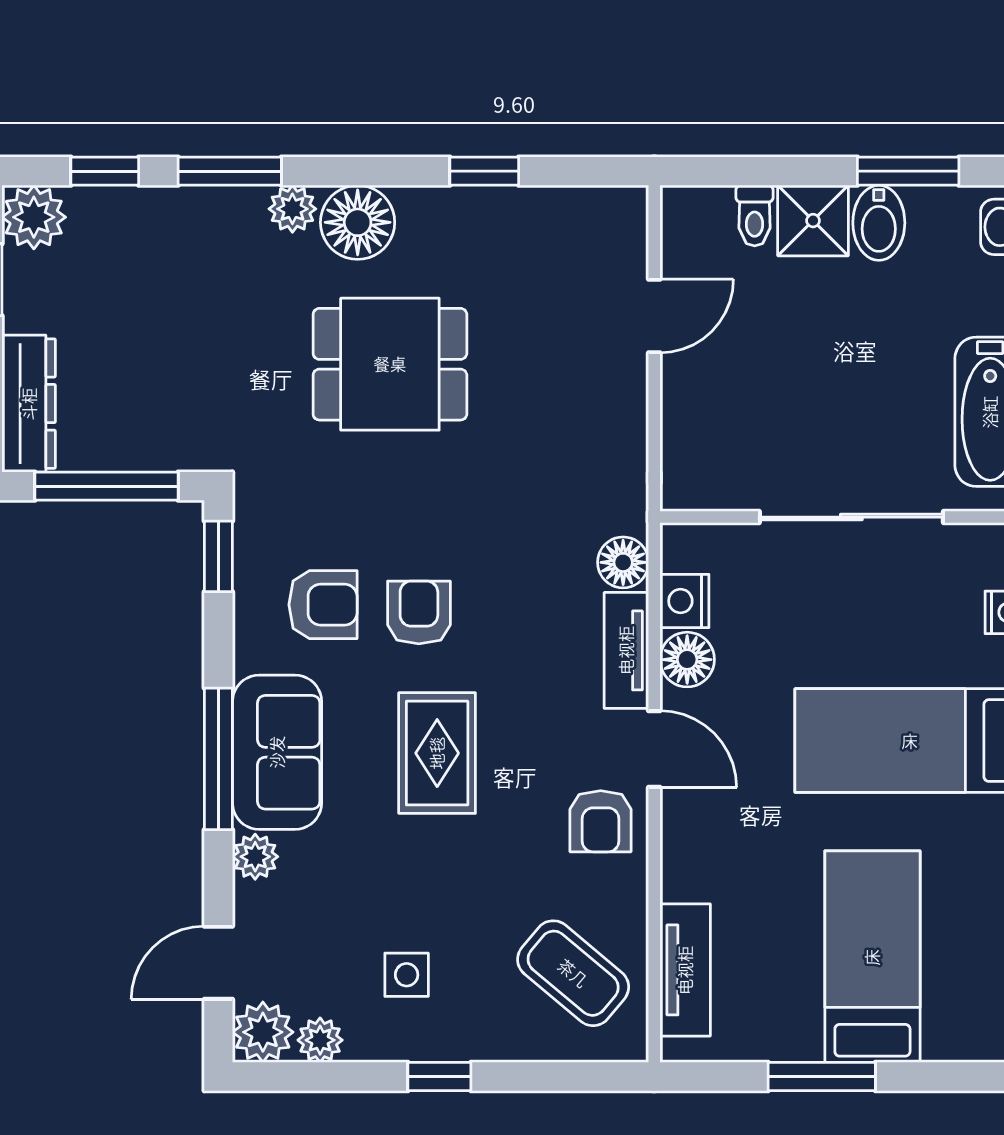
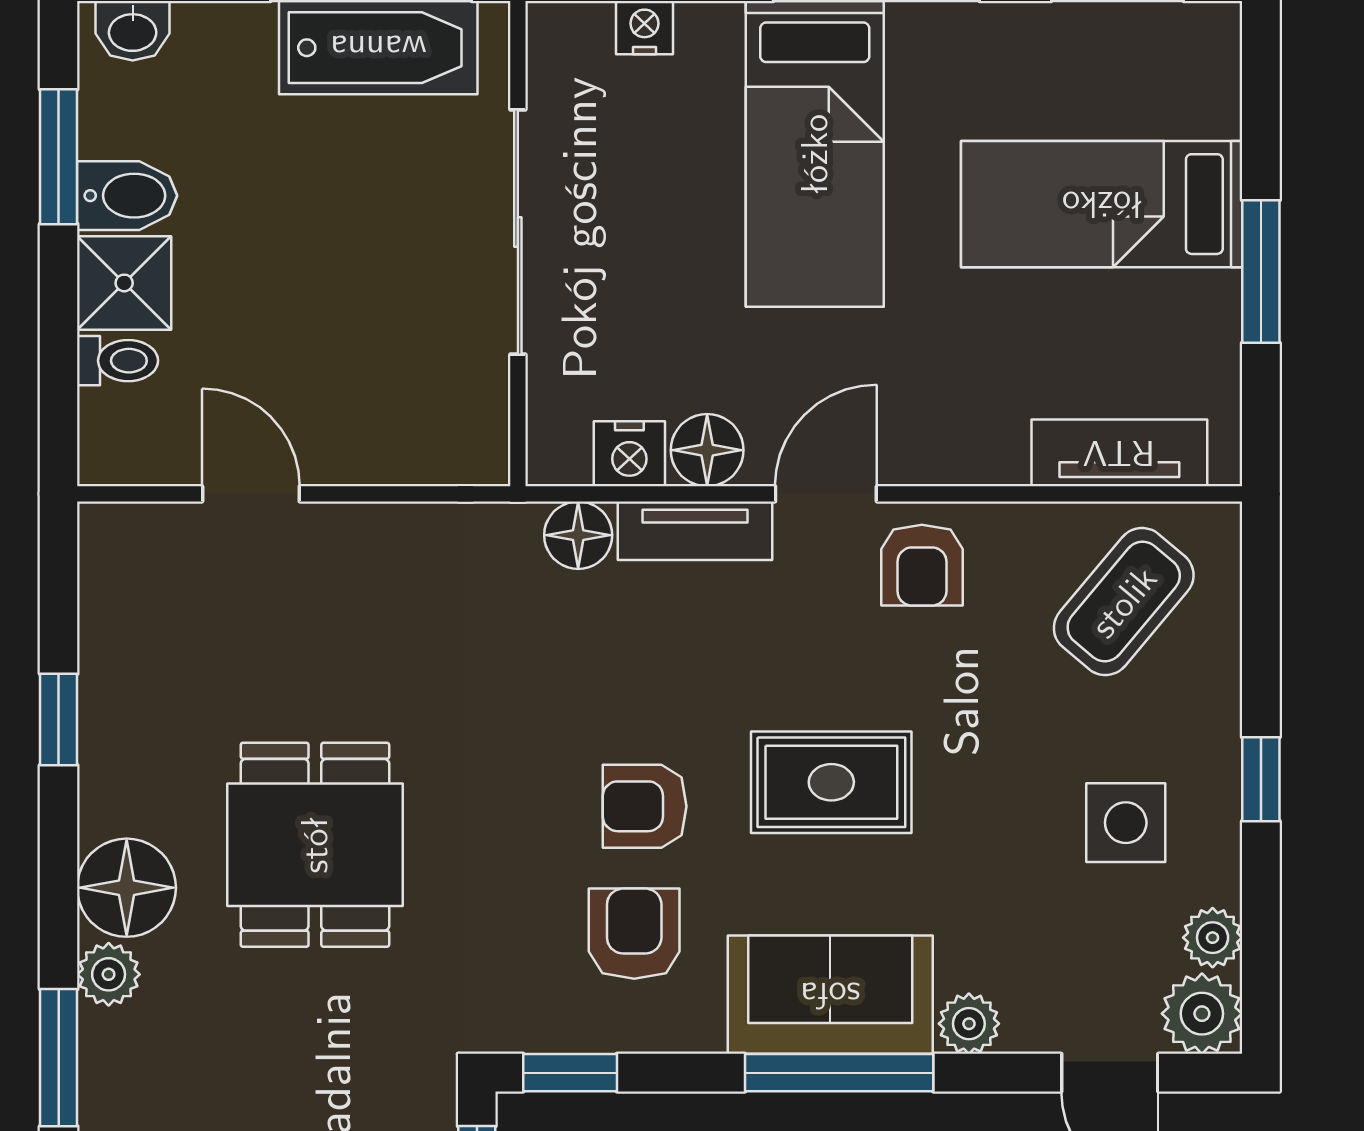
armchair: (601, 821) -> (922, 565), turned 90
side table: (407, 975) -> (1126, 823), width x1.37, depth x1.37

